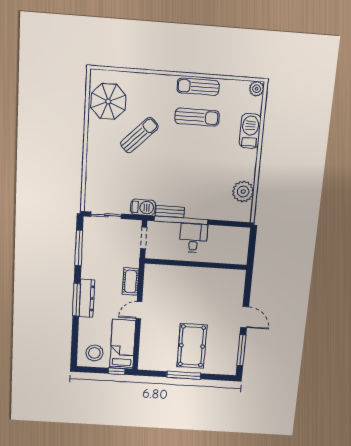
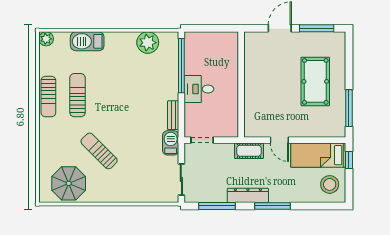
window: (181, 220) -> (181, 66), moved
wall: (196, 264) -> (241, 85), moved
dresser: (87, 298) -> (248, 195), moved
pool table: (192, 346) -> (315, 81), turned 90
window: (184, 375) -> (349, 108), moved

